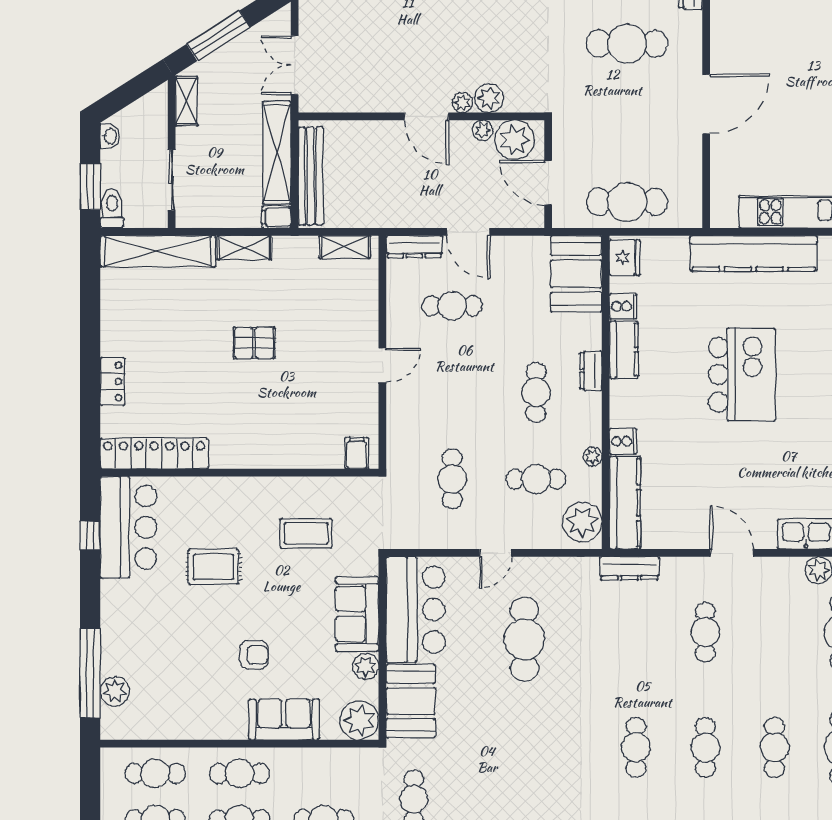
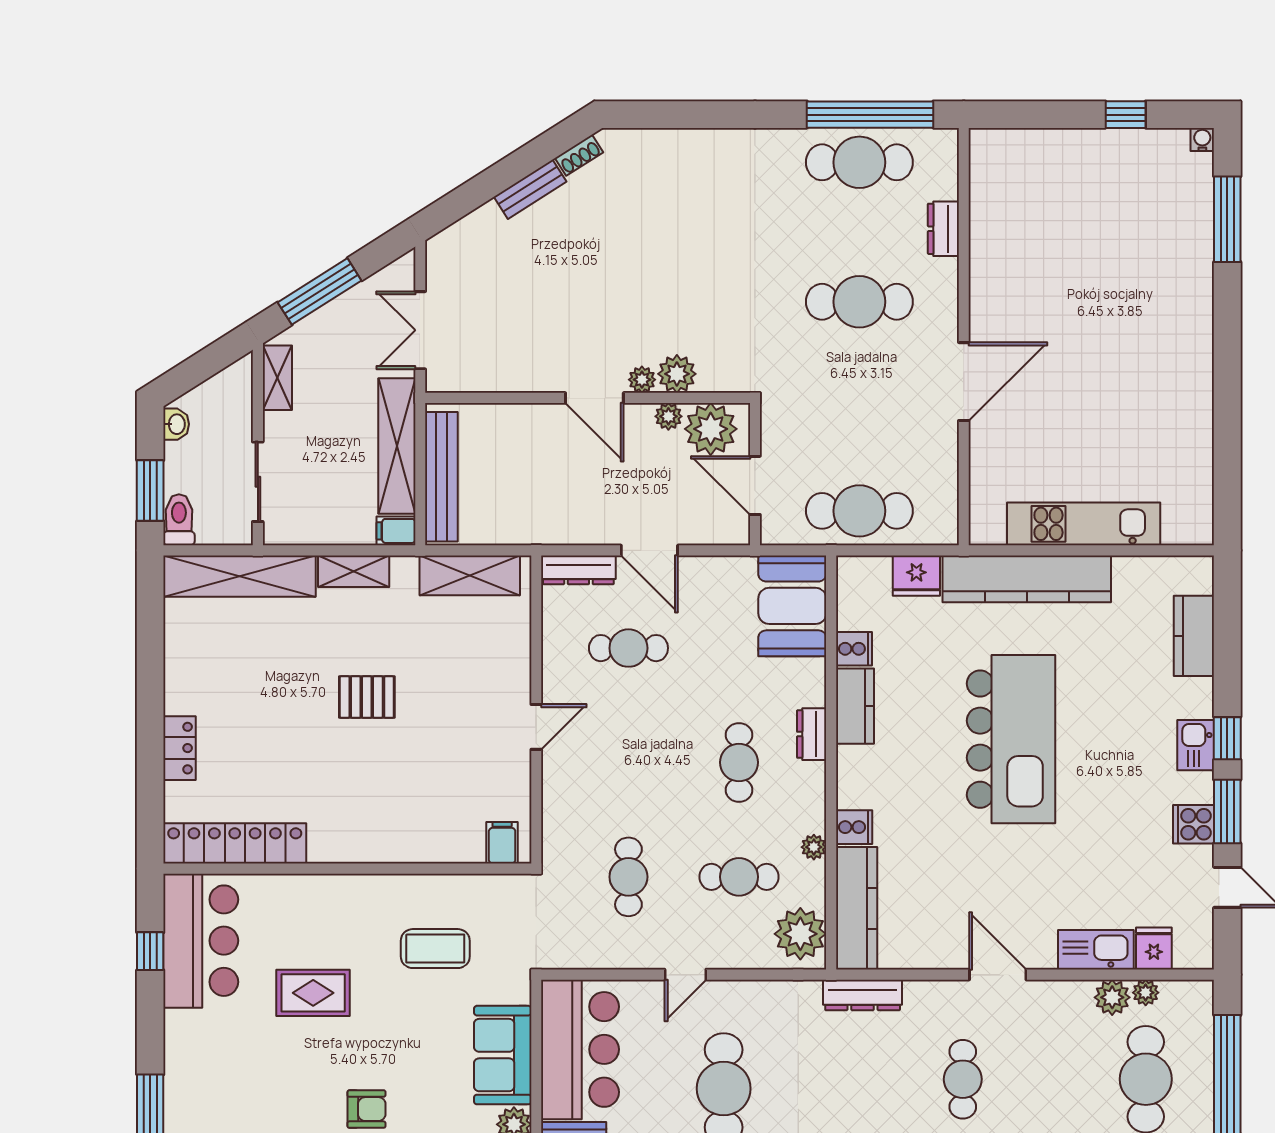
shelving: (345, 247) -> (470, 575), width x1.50, depth x1.33
fridge: (625, 258) -> (916, 576), moved, turned 90
kitchen island: (742, 375) -> (1011, 739), width x1.37

